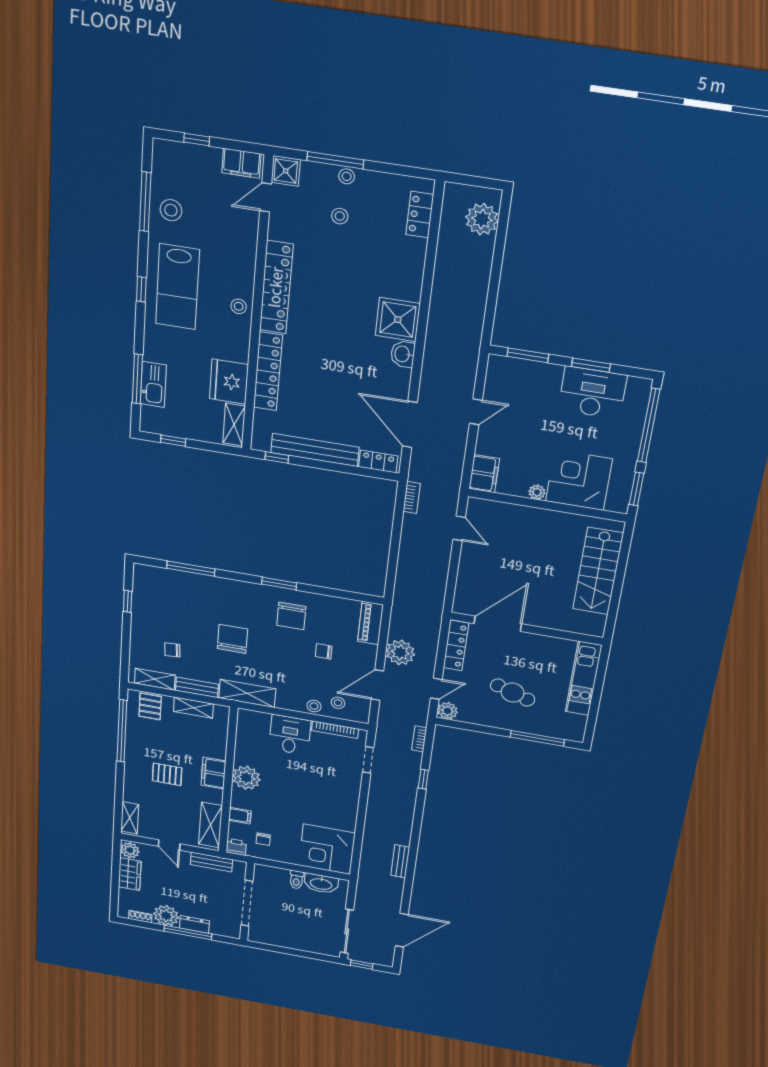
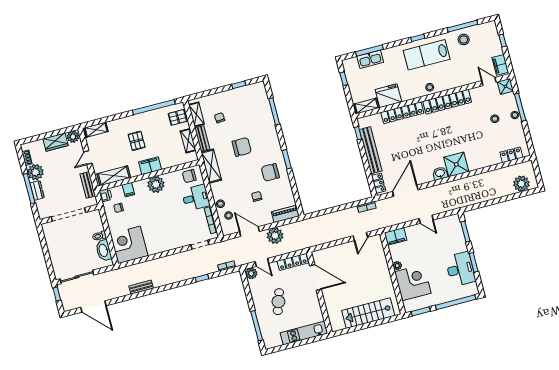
chair: (251, 729) -> (189, 176), added

